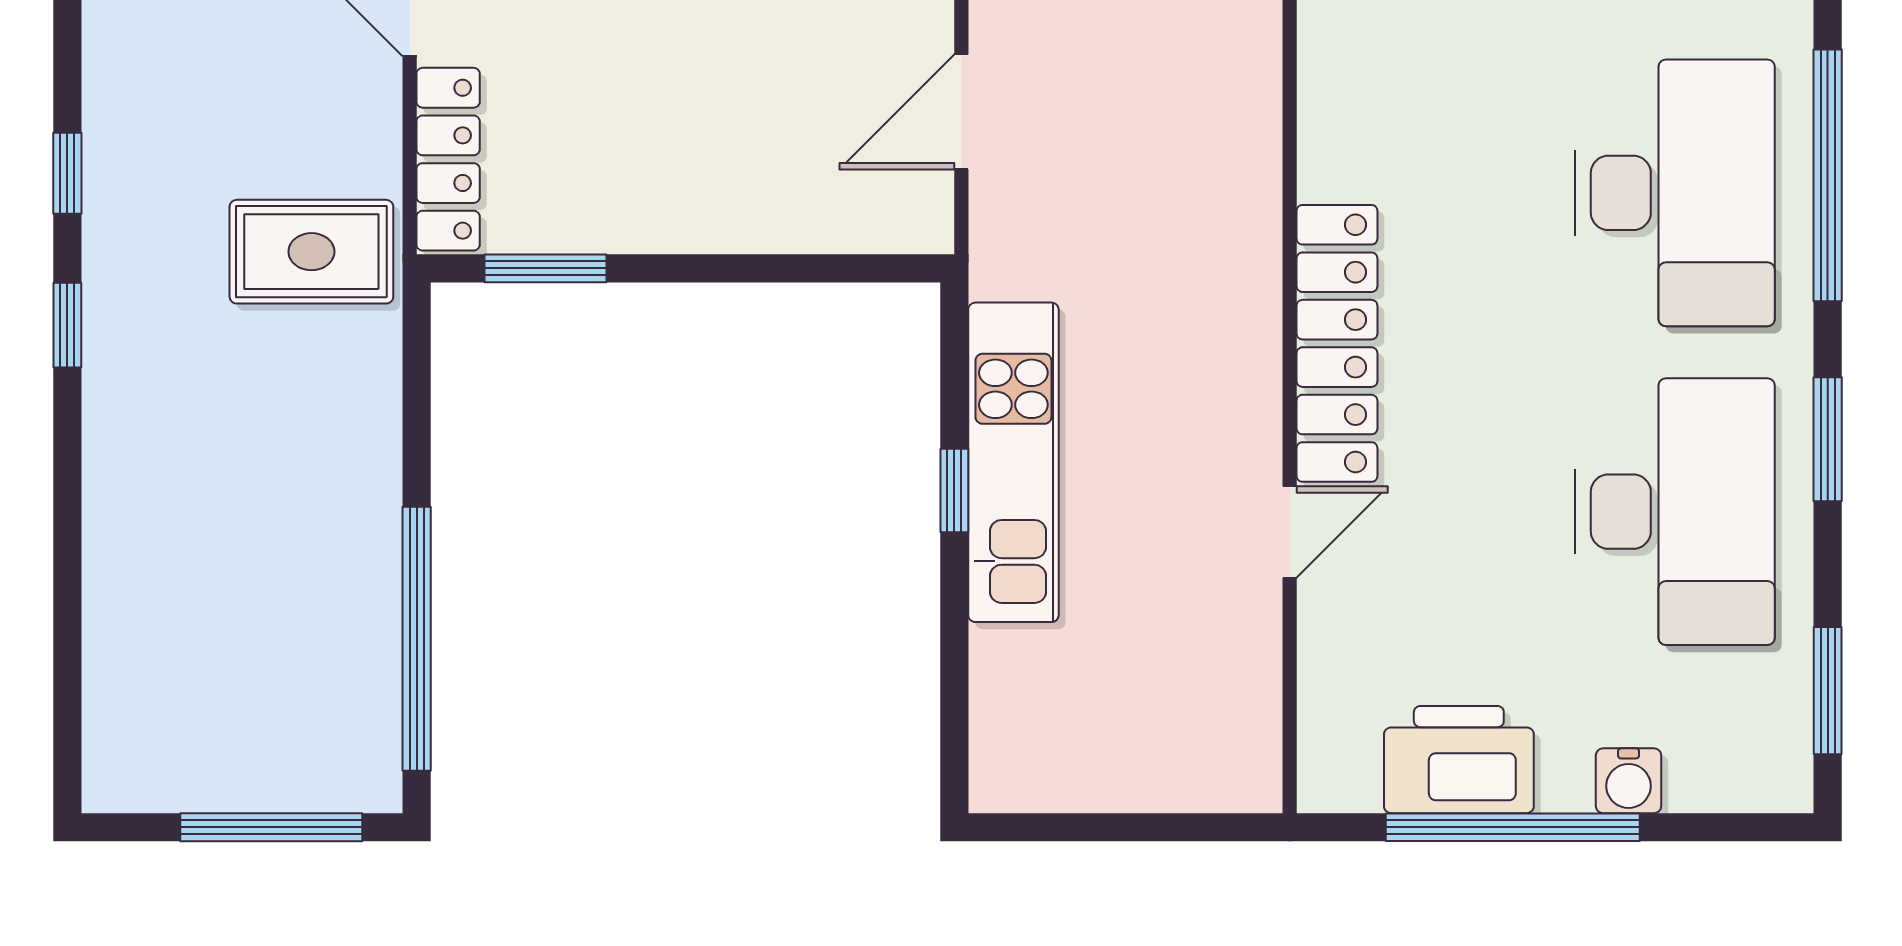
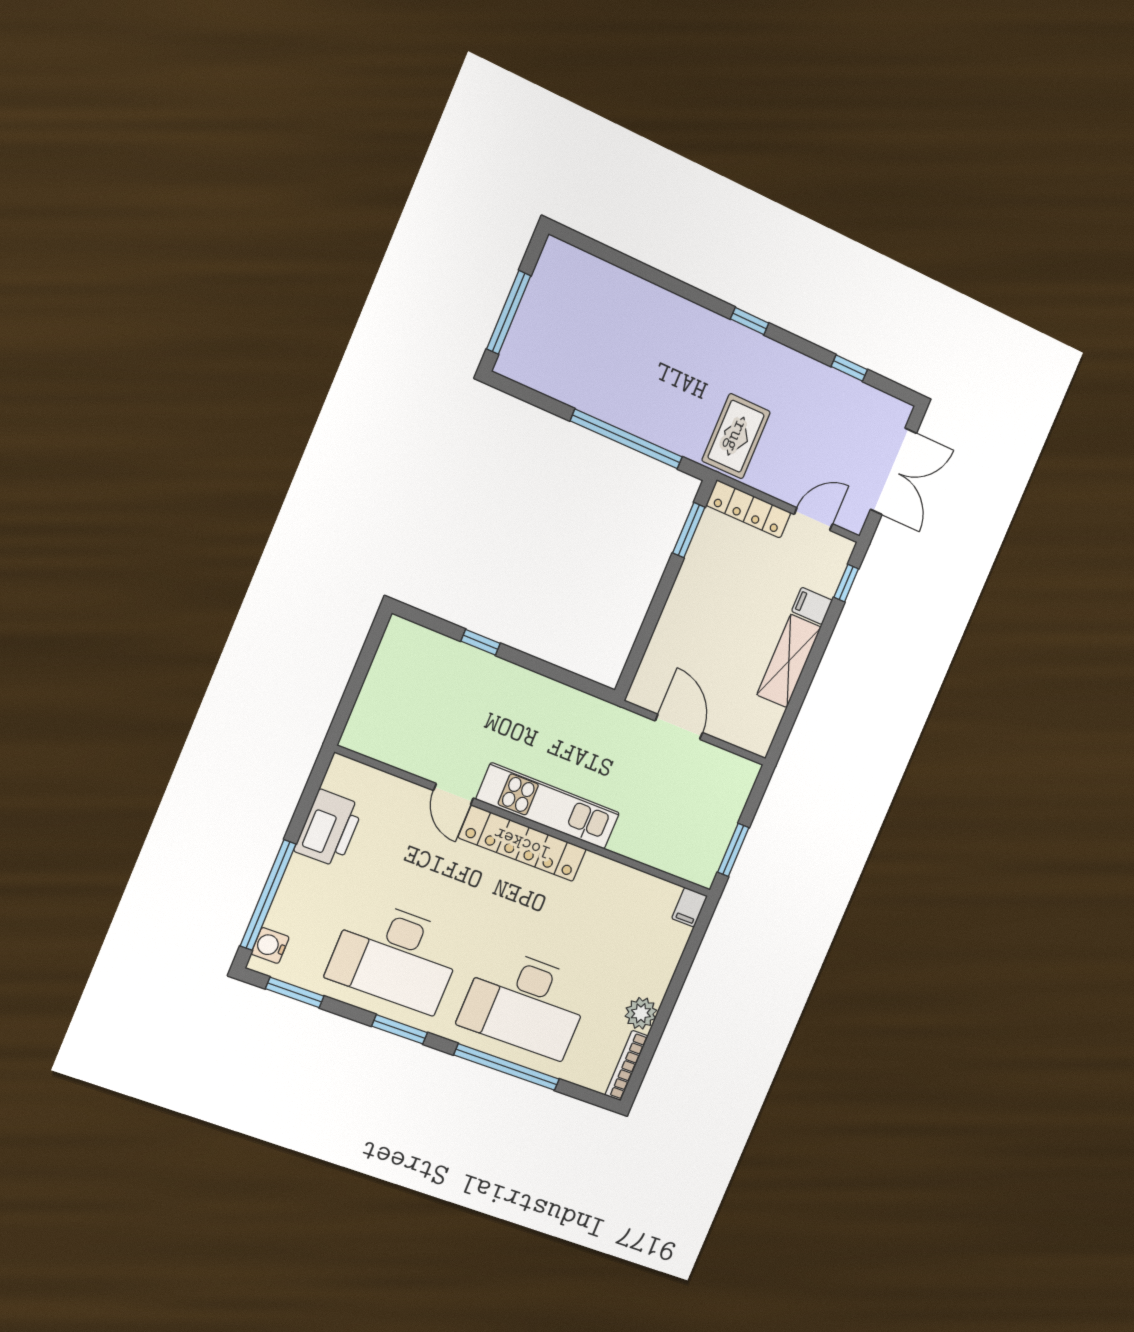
window: (67, 173) -> (849, 368), moved
kitchen unit: (1013, 462) -> (548, 806), moved, turned 180
window: (954, 490) -> (481, 642), moved
window: (417, 639) -> (626, 439), moved
water cooler: (1629, 781) -> (270, 945), moved
window: (1513, 827) -> (268, 895), moved

